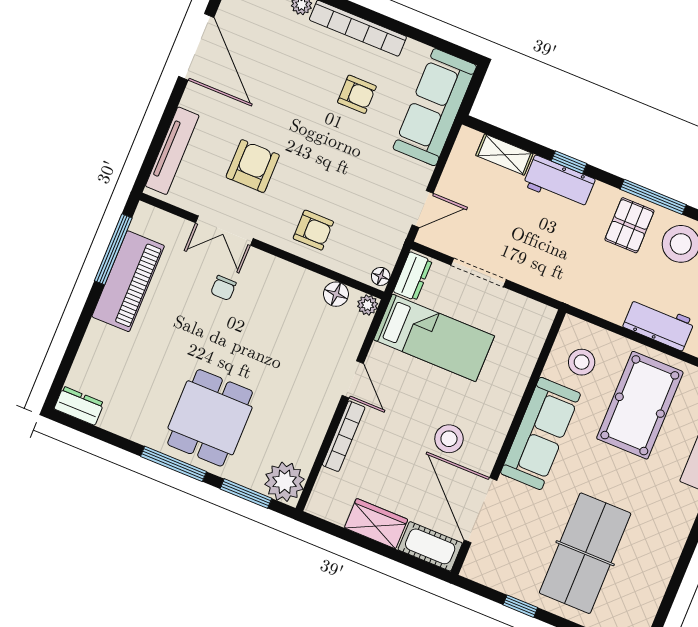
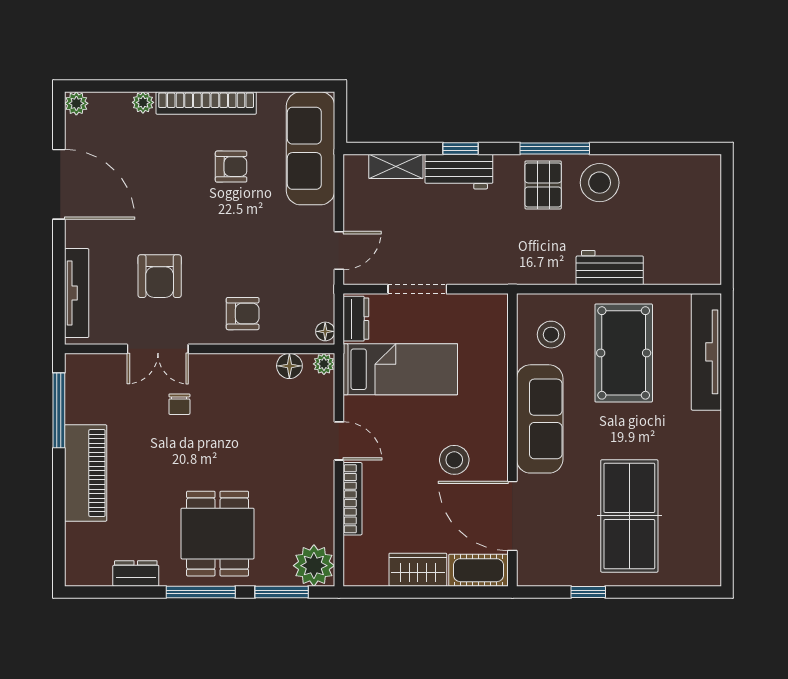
armchair: (253, 166) -> (160, 276), turned 180
piano: (128, 281) -> (86, 473), moved
dresser: (79, 406) -> (136, 573), moved

